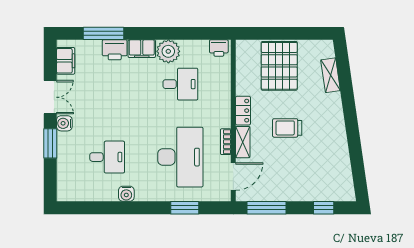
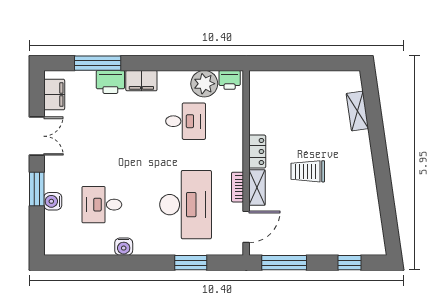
plant: (168, 51) -> (204, 84), moved
pallet: (279, 66) -> (299, 100), removed
water cooler: (64, 123) -> (53, 201), moved
desk: (107, 157) -> (102, 205), turned 180

